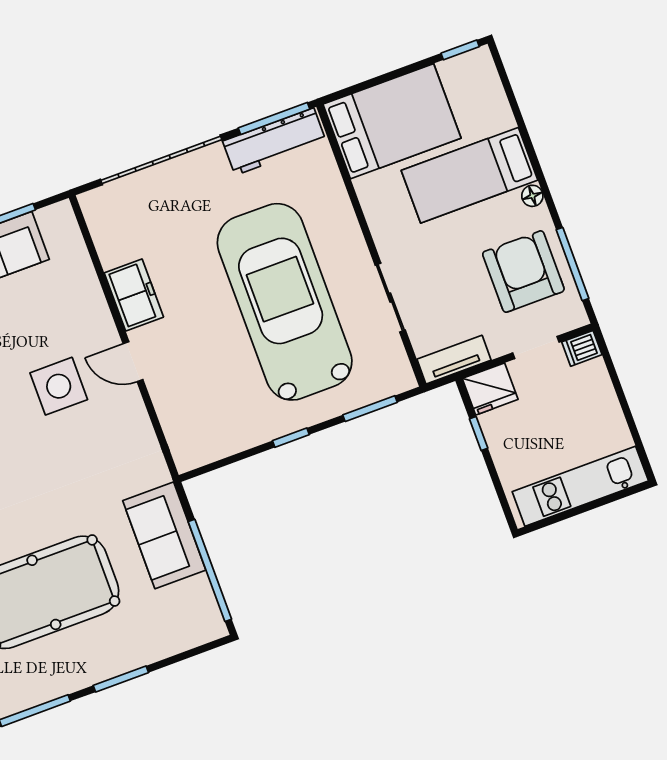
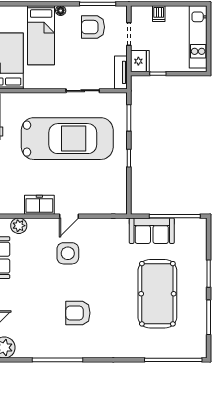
plant: (78, 269) -> (19, 226), added
armchair: (523, 272) -> (93, 27), width x0.73, depth x0.73
car: (285, 302) -> (67, 139), turned 180
dishwasher: (582, 348) -> (159, 14), moved

